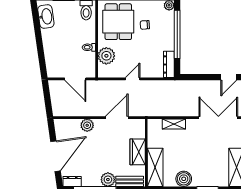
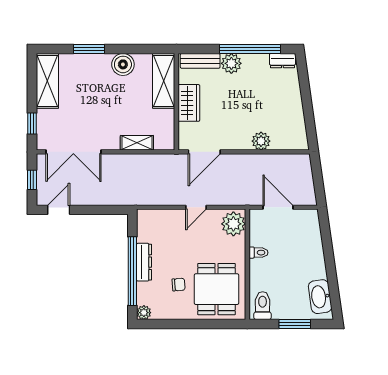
plant: (106, 56) -> (233, 224), moved
dresser: (169, 64) -> (144, 262), moved
door: (117, 118) -> (204, 152), moved
door: (56, 156) -> (306, 97), removed

